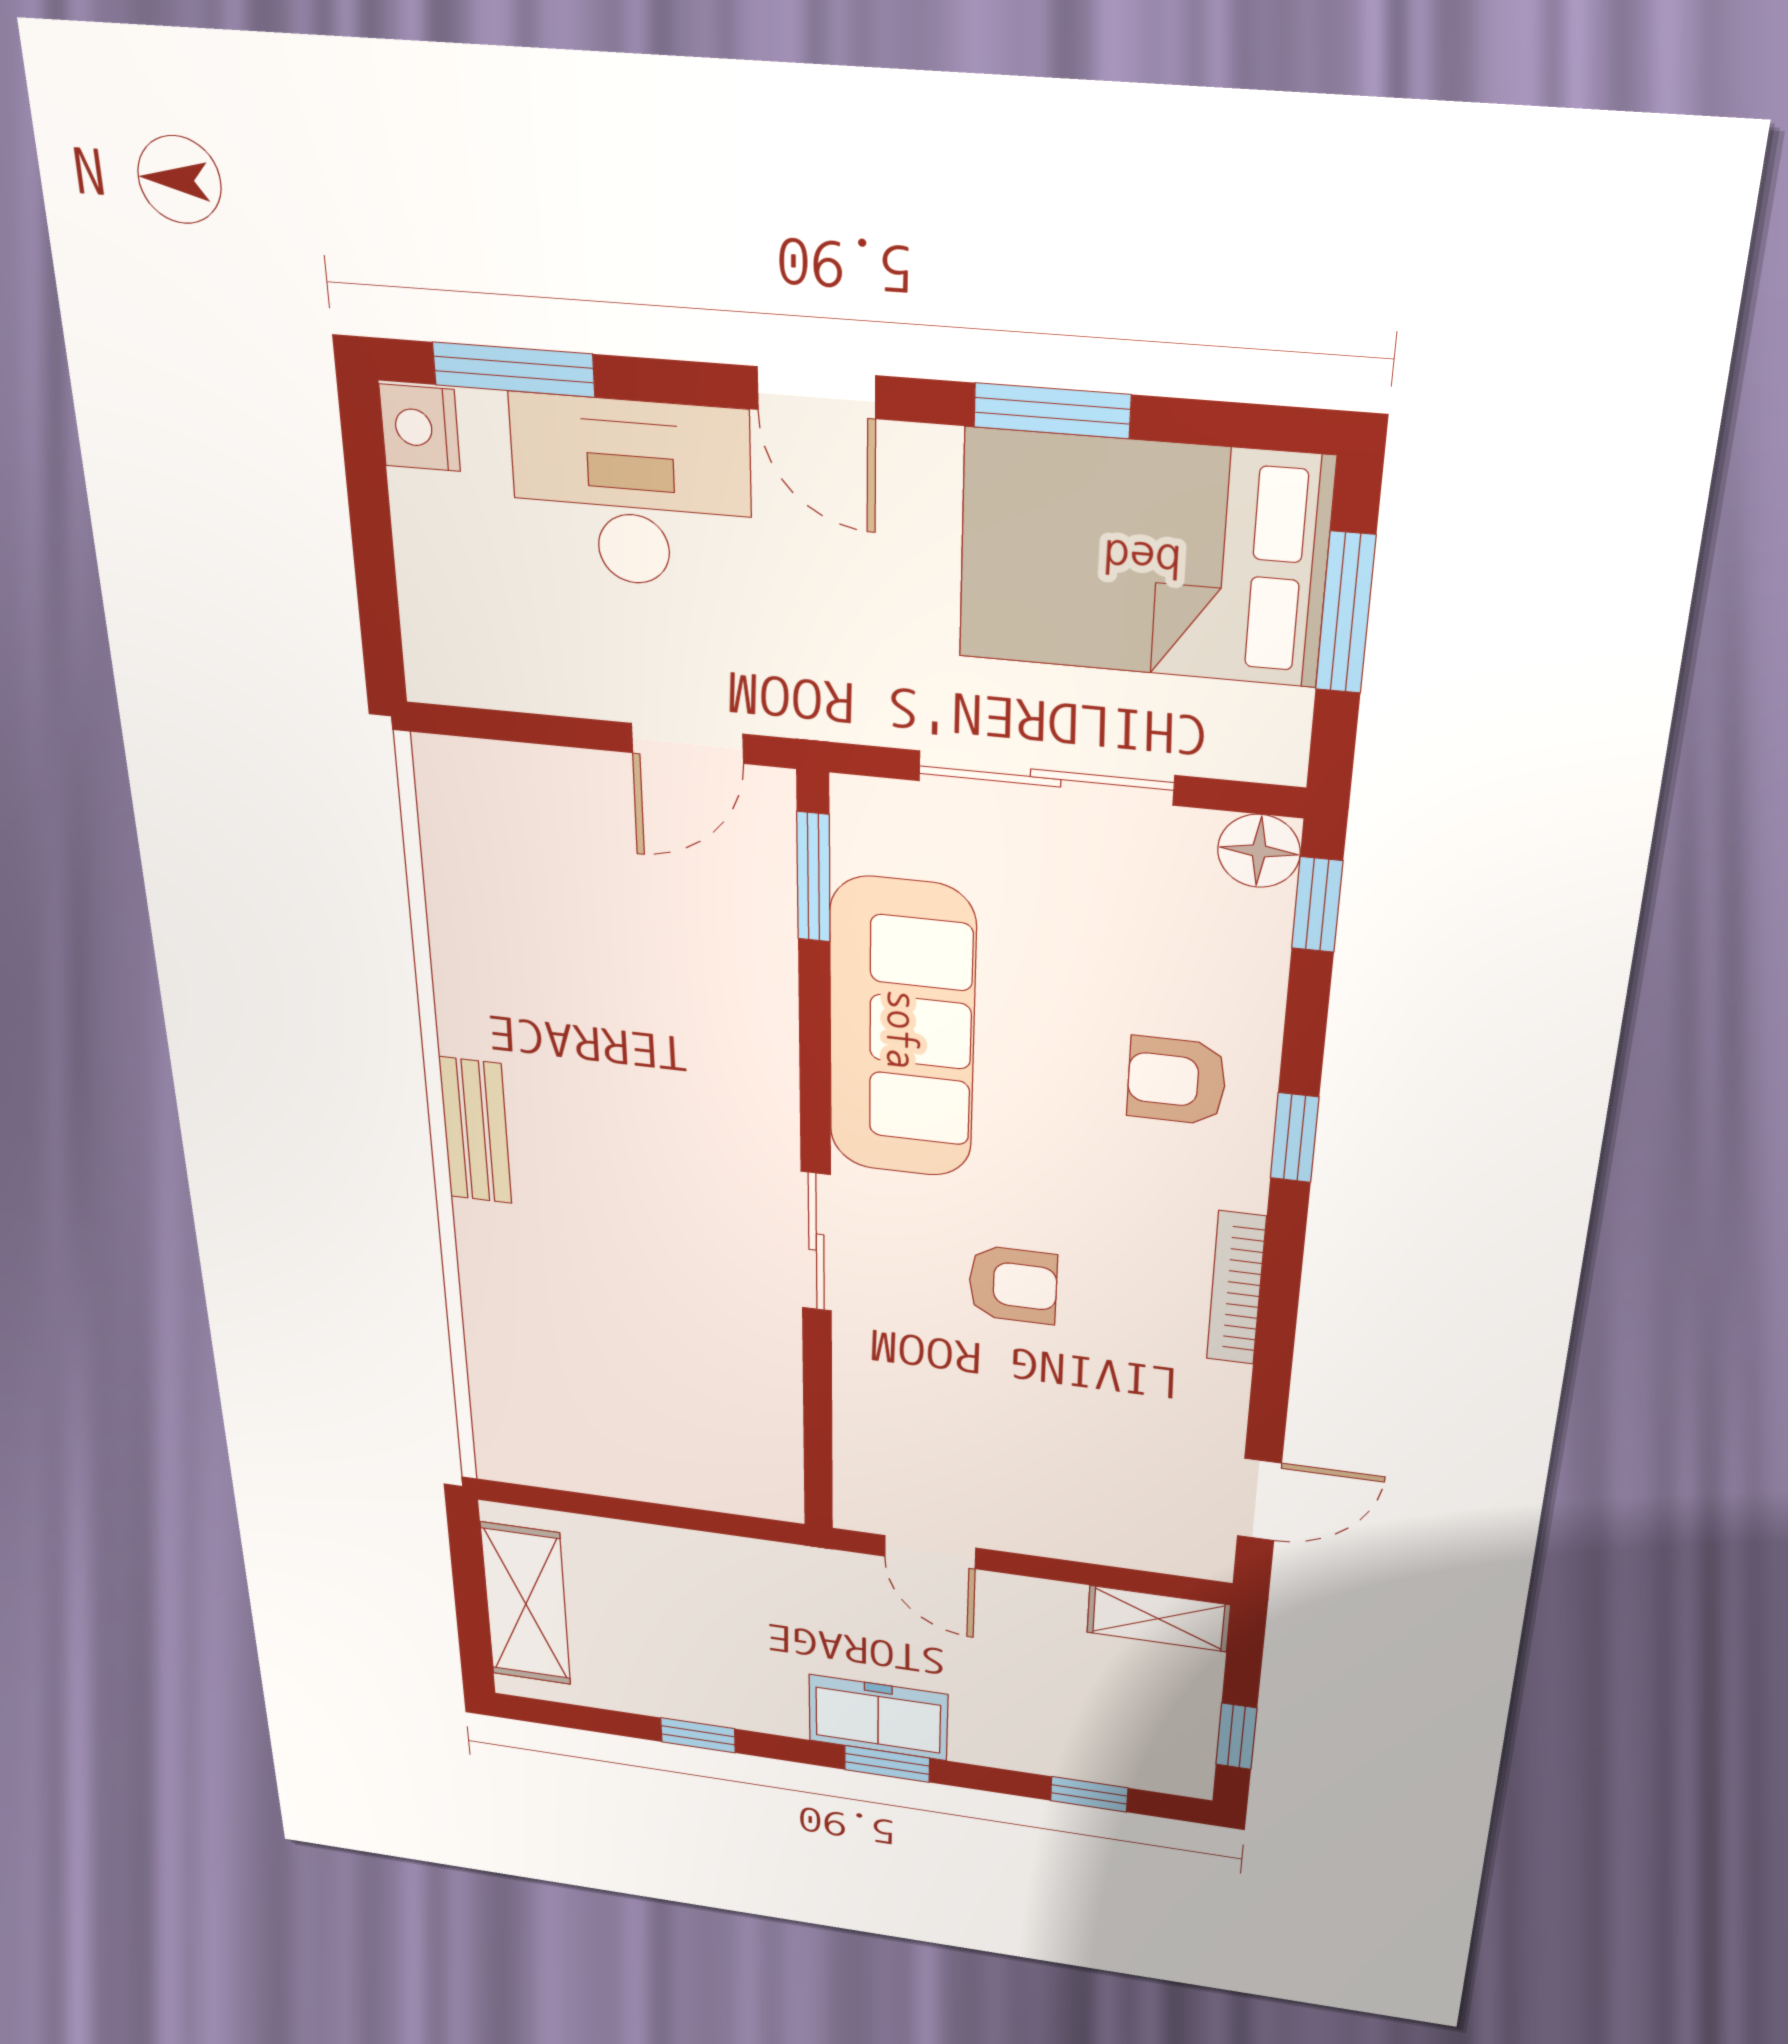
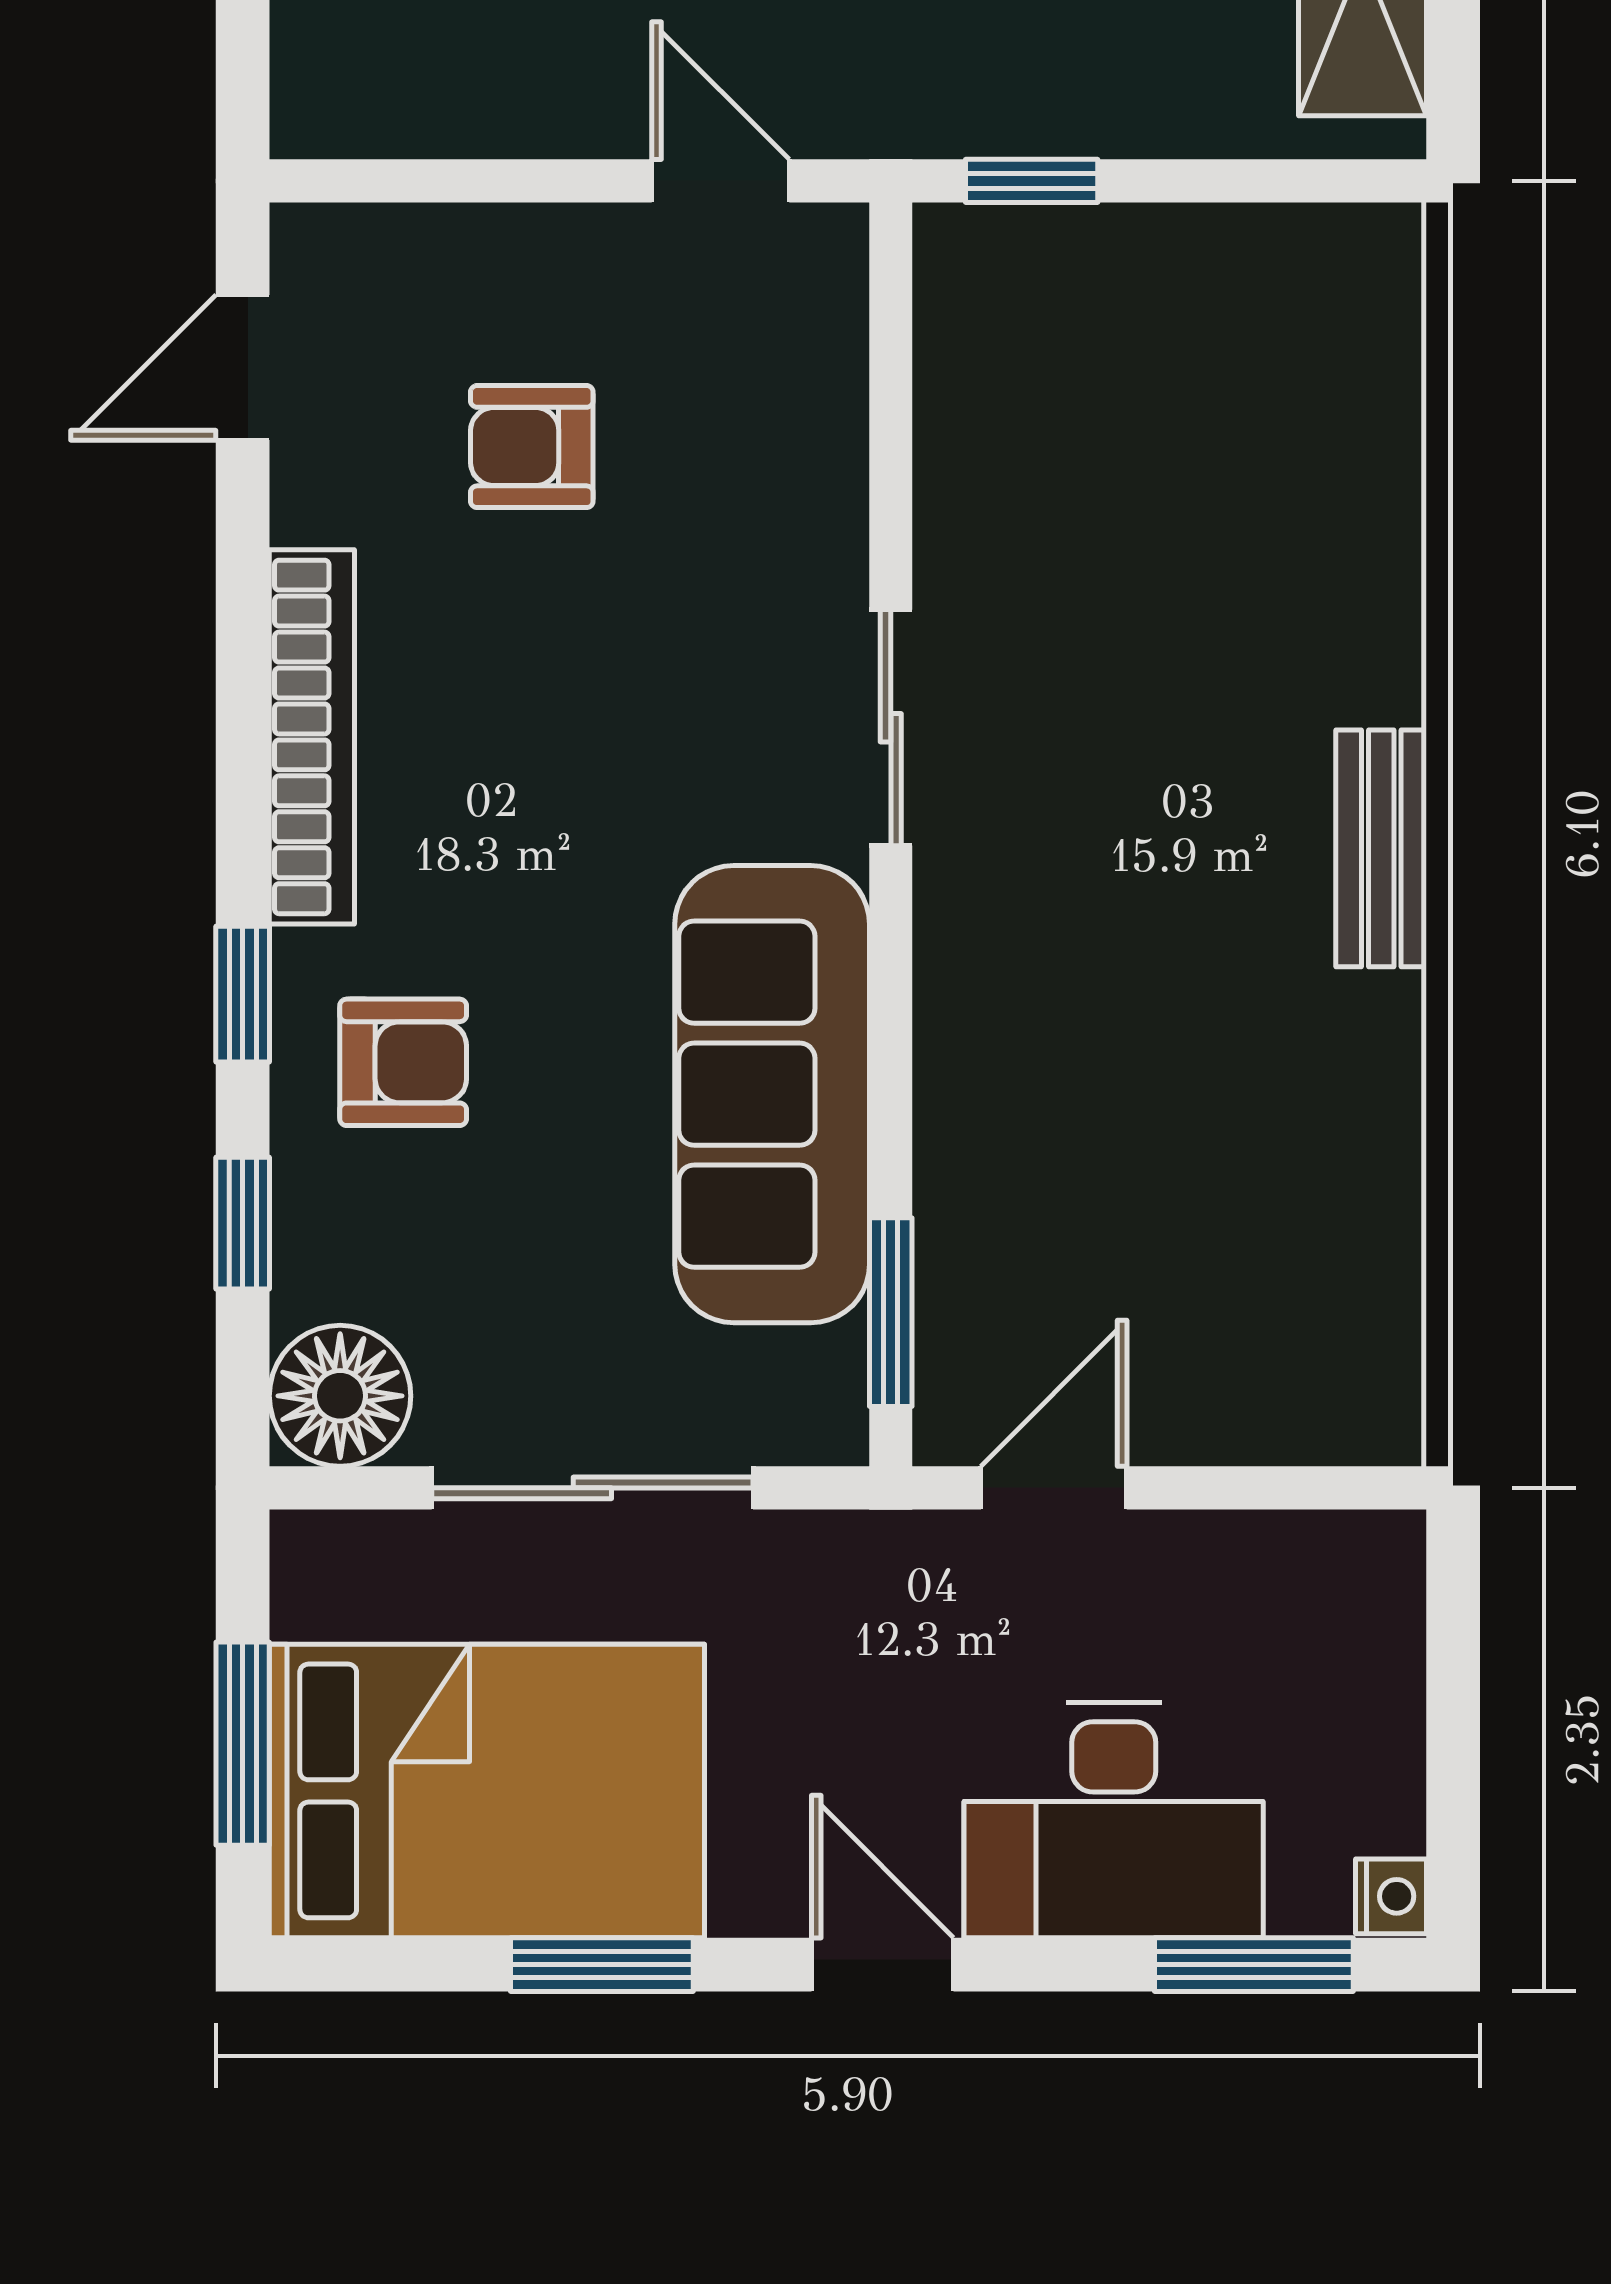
nightstand: (420, 428) -> (1391, 1896), width x0.72, depth x0.74
floor lamp: (1259, 851) -> (340, 1396), width x1.38, depth x1.38
window: (1317, 905) -> (243, 1223), moved
armchair: (1013, 1285) -> (532, 447), moved
bookcase: (1236, 1288) -> (312, 737), width x1.48, depth x1.31
window: (728, 1524) -> (1032, 181), added
shelving: (1158, 1619) -> (374, 112), removed

